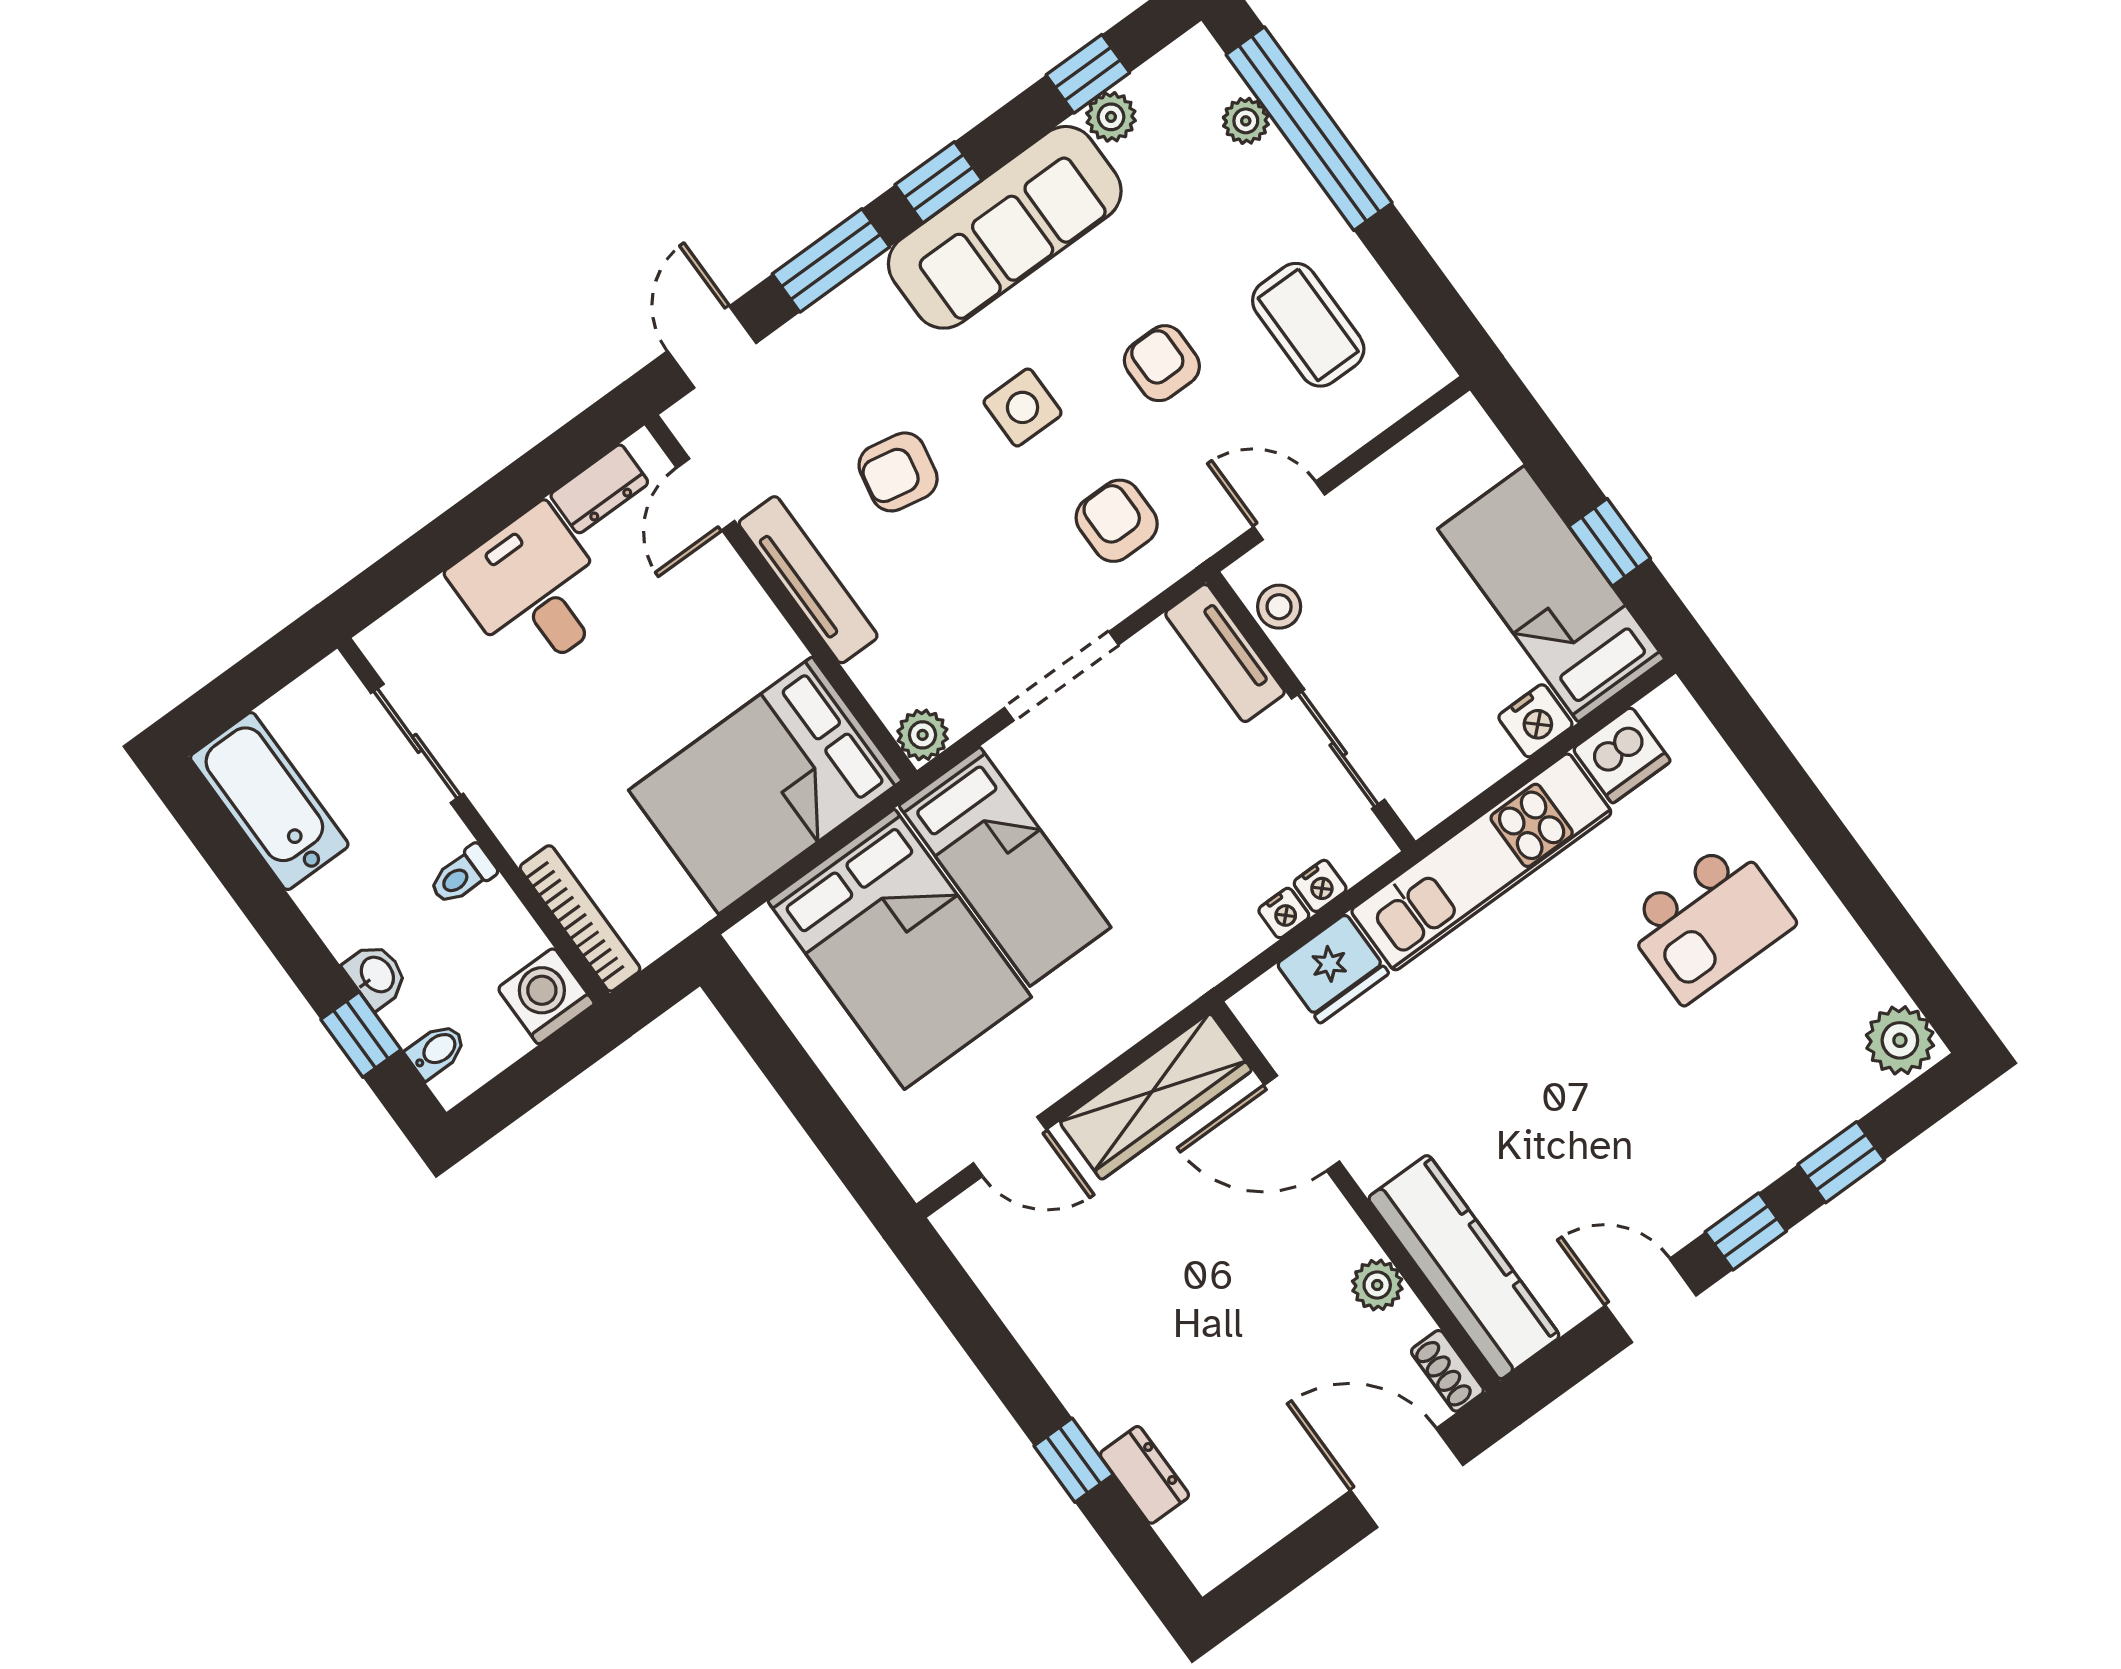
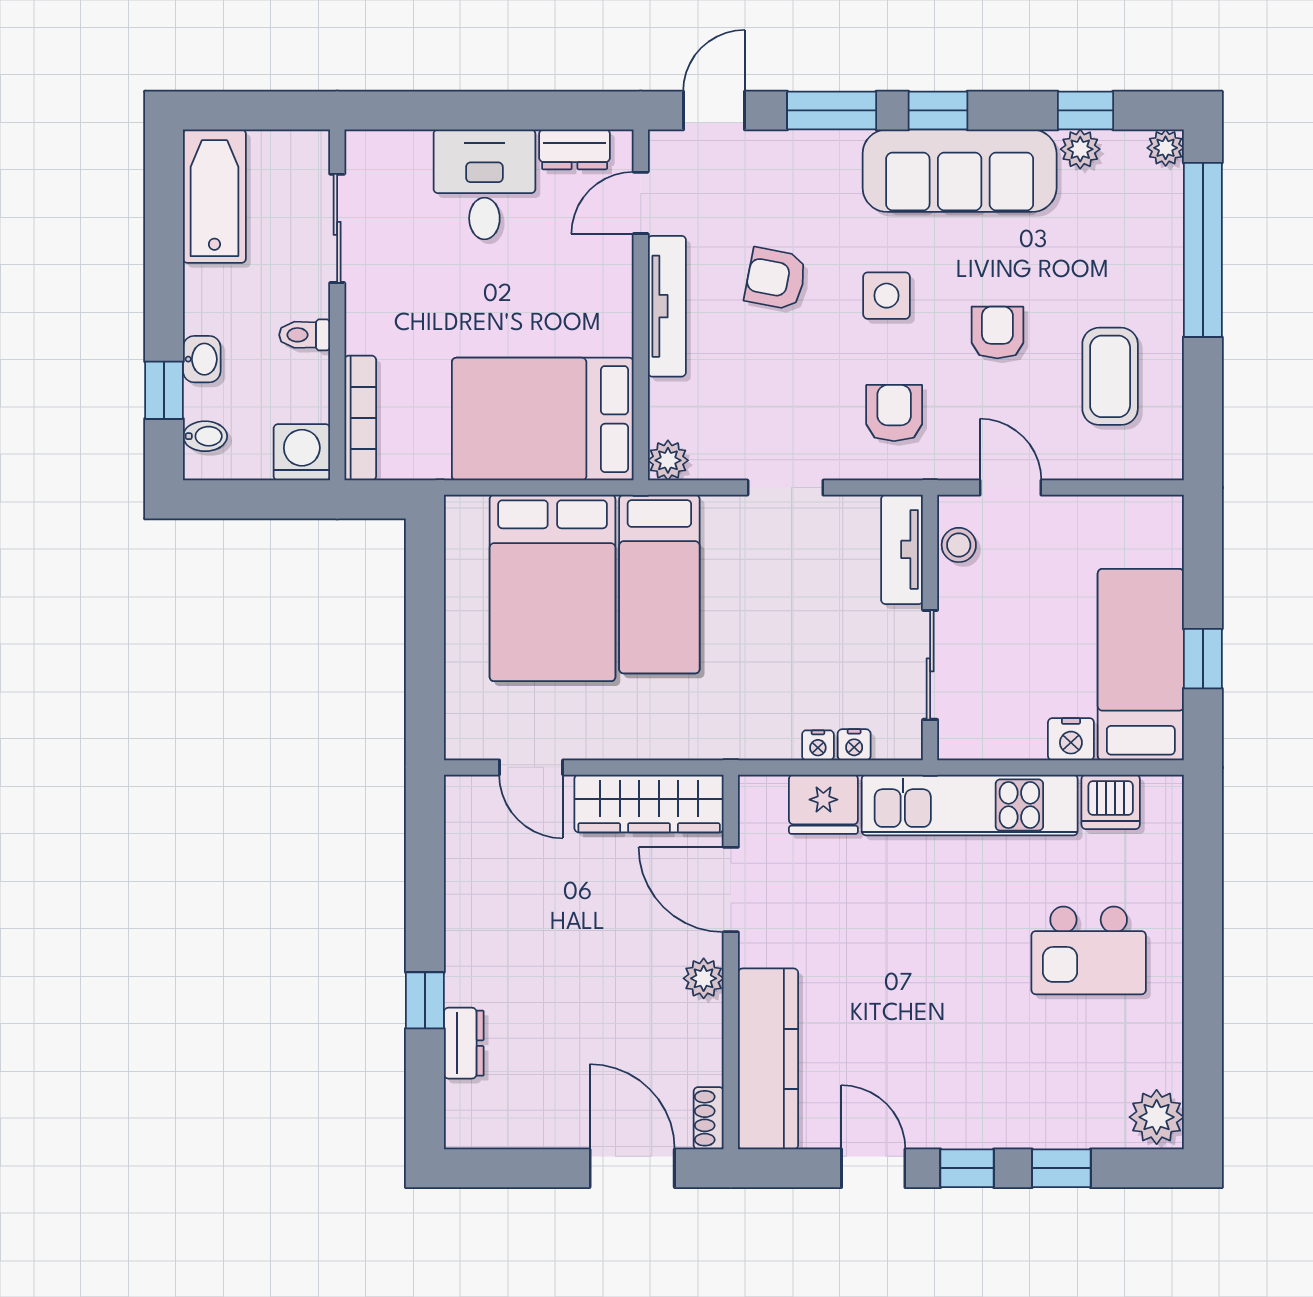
plant: (1246, 121) -> (1166, 148), moved
doorway: (1061, 676) -> (785, 488), width x0.73
plant: (1377, 1285) -> (704, 978), moved

